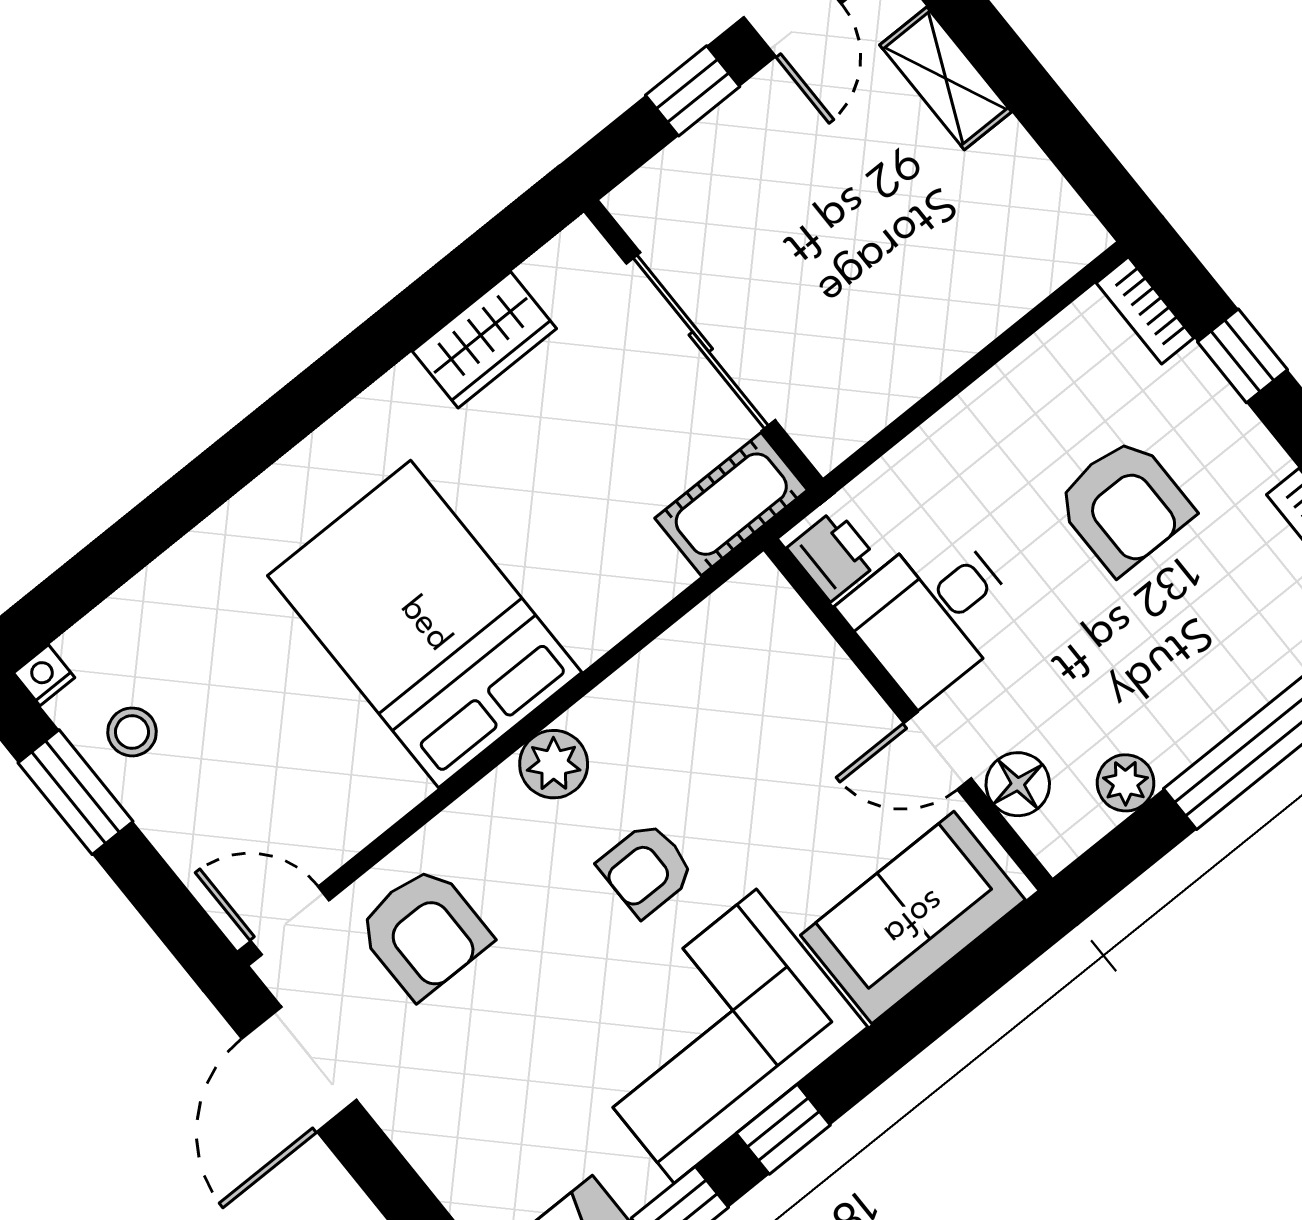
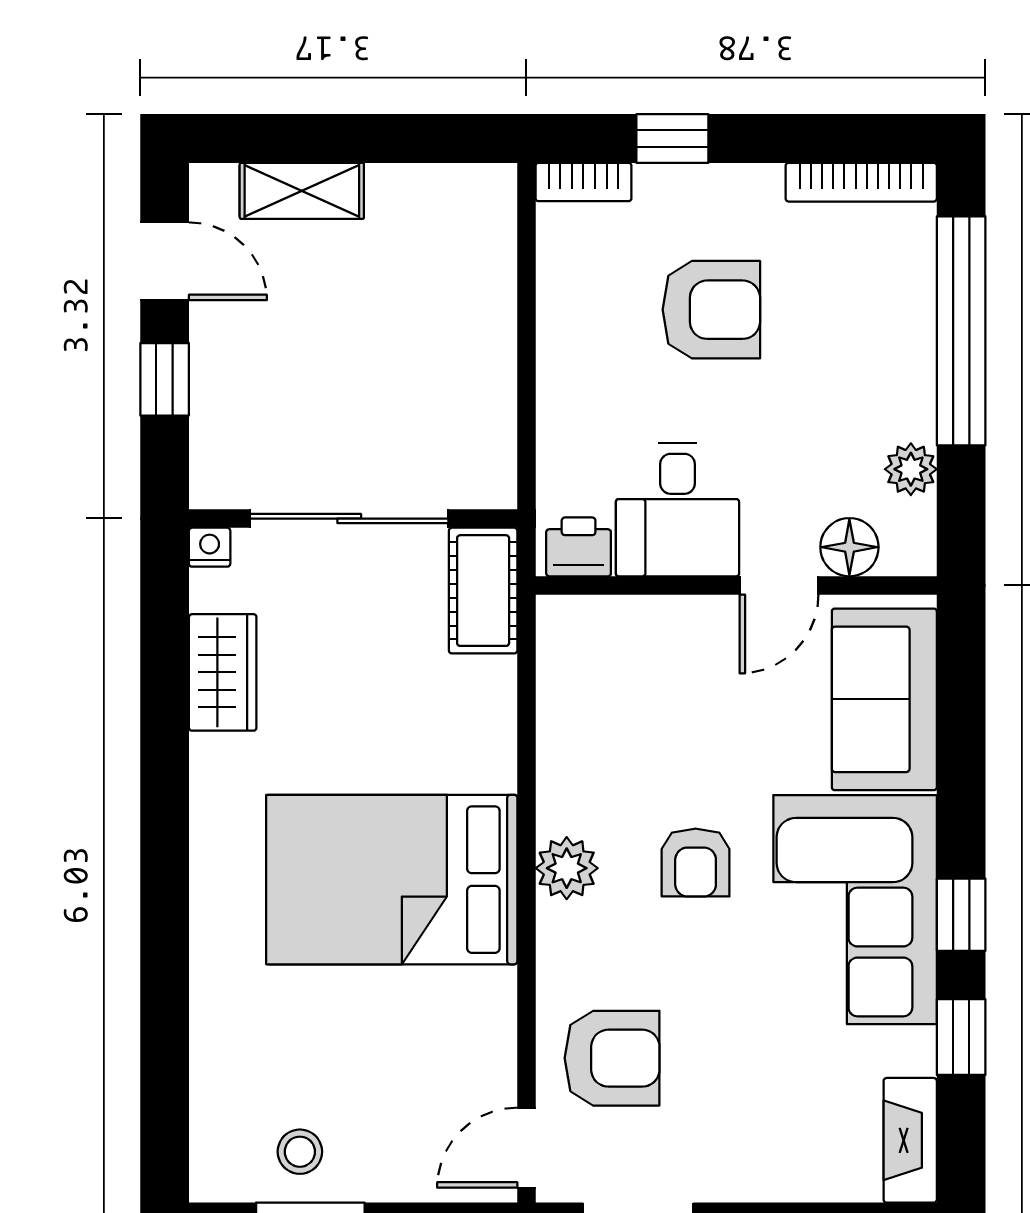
nightstand: (44, 675) -> (210, 547), moved, turned 90

